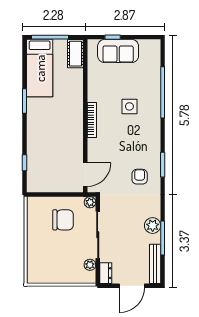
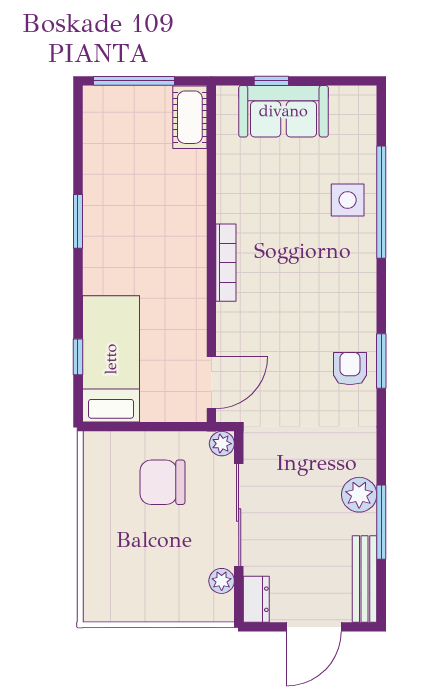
bed: (40, 68) -> (111, 359), moved, turned 180
side table: (129, 106) -> (348, 200), moved
armchair: (140, 177) -> (350, 369), moved
chair: (63, 220) -> (163, 482), turned 180

